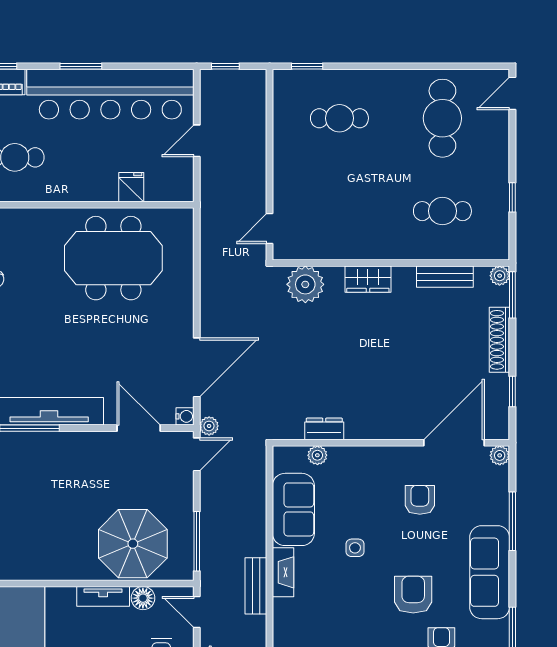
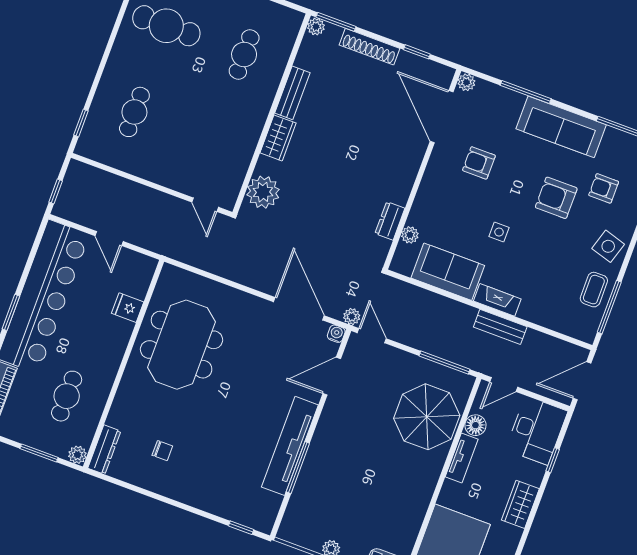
bench: (445, 277) -> (292, 93), moved

